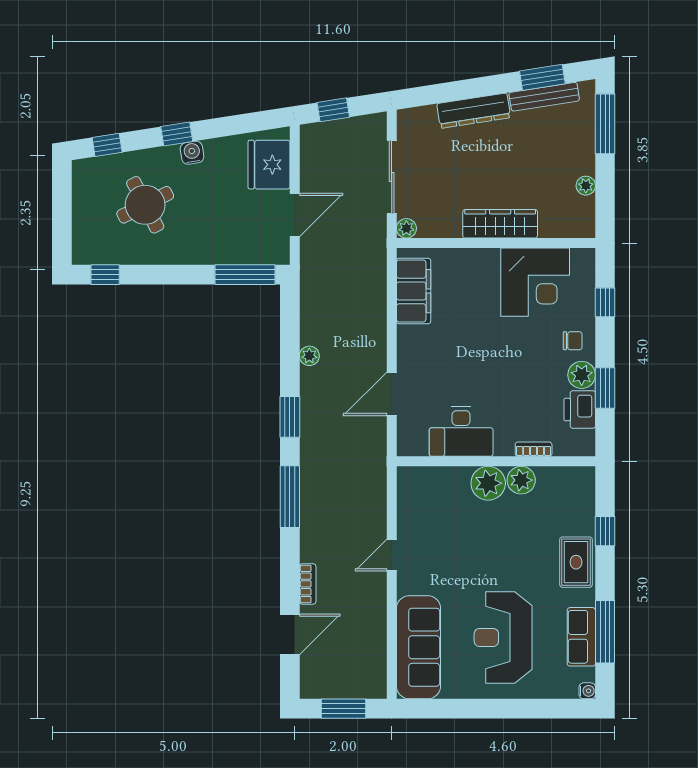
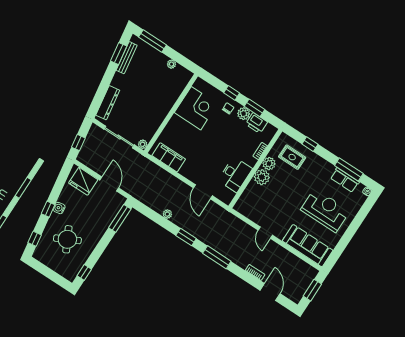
dresser: (474, 111) -> (108, 103), moved
wardrobe: (500, 224) -> (165, 107), removed
window: (605, 302) -> (232, 93), moved
rug: (576, 562) -> (292, 157), moved
reception desk: (503, 637) -> (325, 210), turned 180

